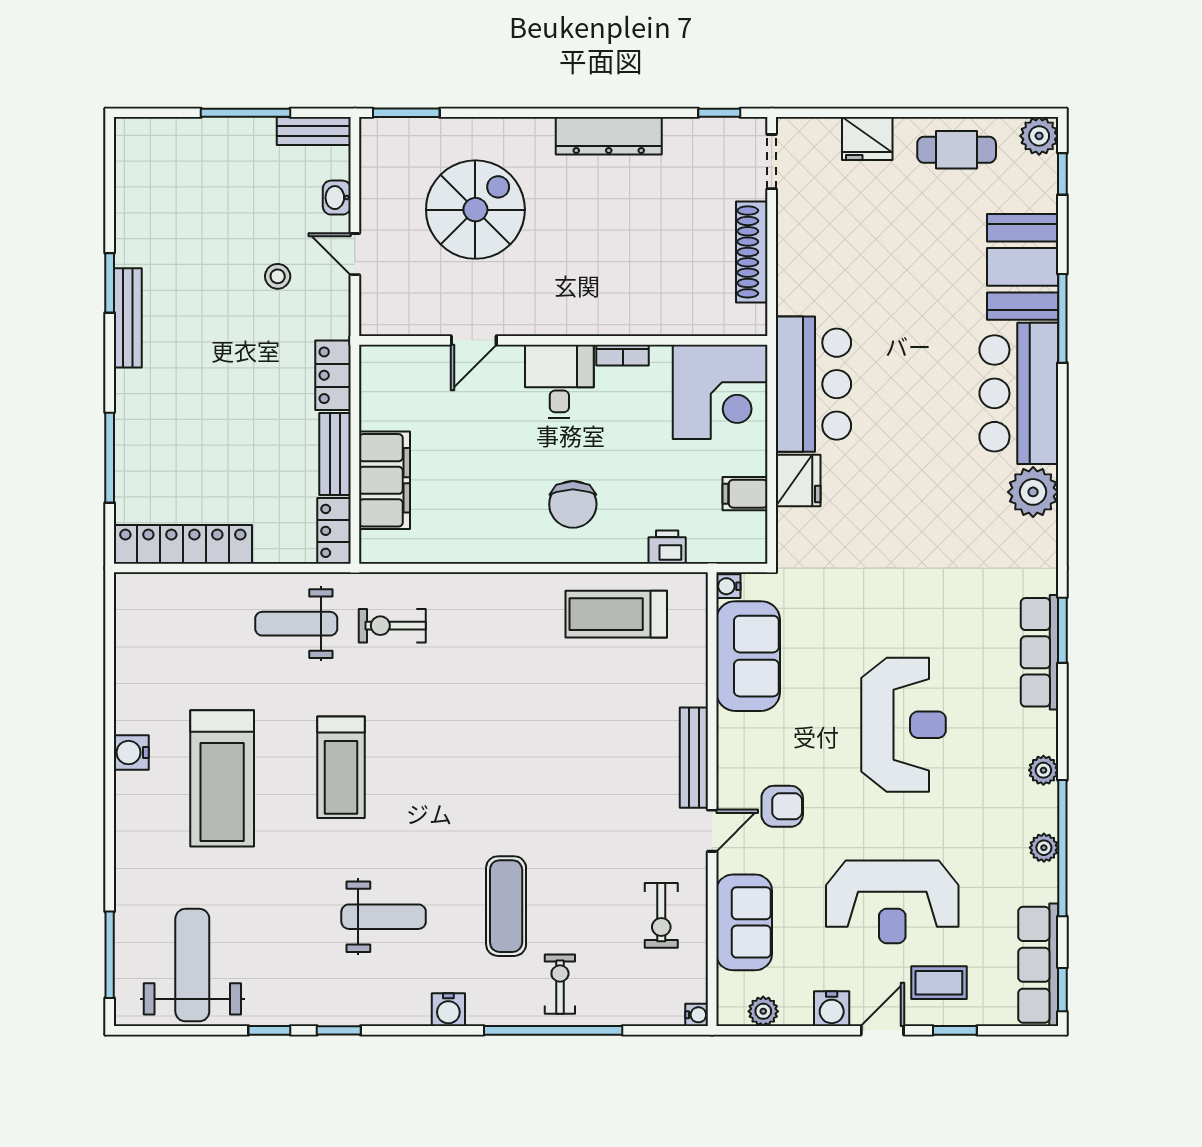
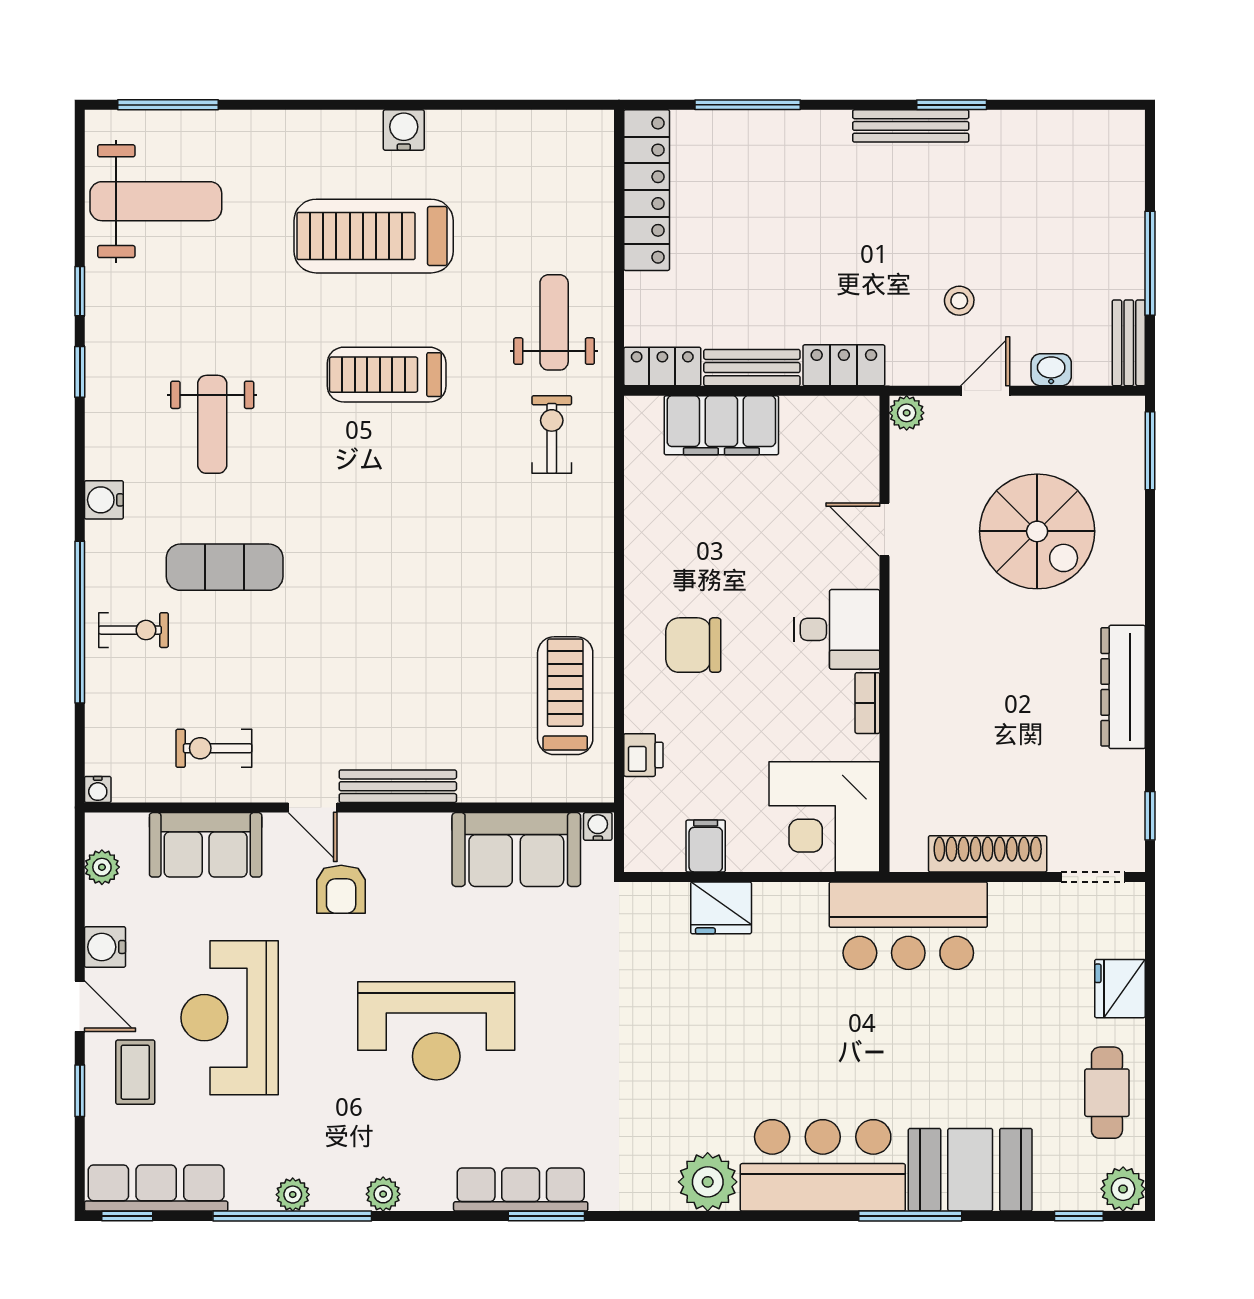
plant: (374, 321) -> (907, 413), added
bar counter: (813, 384) -> (908, 926), moved

